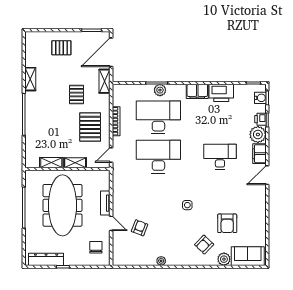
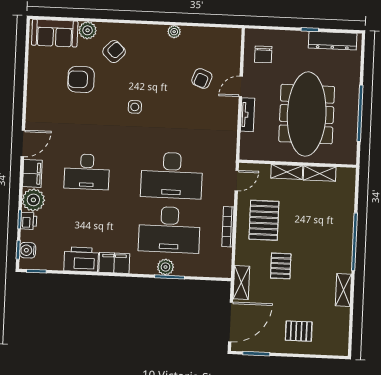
door: (111, 223) -> (241, 86), hinge flipped
armchair: (227, 223) -> (81, 79), turned -90

